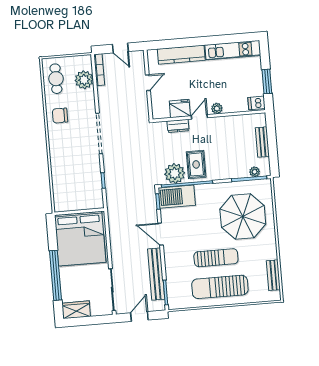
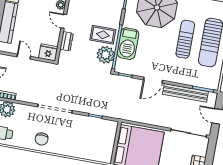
fridge: (180, 109) -> (48, 52), moved, turned 90
chair: (60, 116) -> (42, 139), moved
barbecue: (177, 197) -> (128, 44), moved

